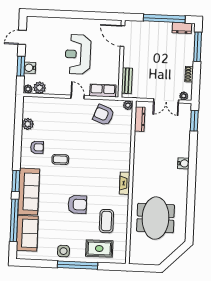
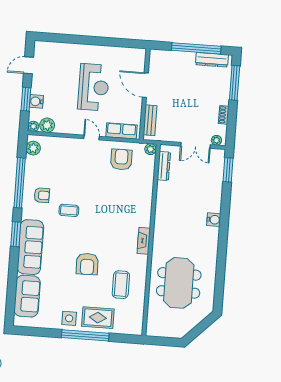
dresser: (182, 28) -> (212, 60), width x1.44
door: (123, 36) -> (145, 85), moved
reception desk: (78, 54) -> (94, 87), turned 180
armchair: (103, 115) -> (121, 160), turned 69
plant: (28, 124) -> (33, 148), moved
armchair: (77, 204) -> (87, 264), turned 89
window: (14, 220) -> (20, 183), moved
rug: (99, 248) -> (98, 318), moved

